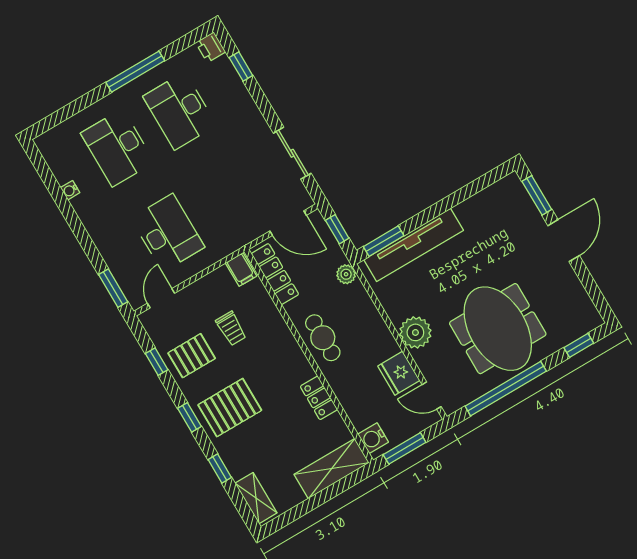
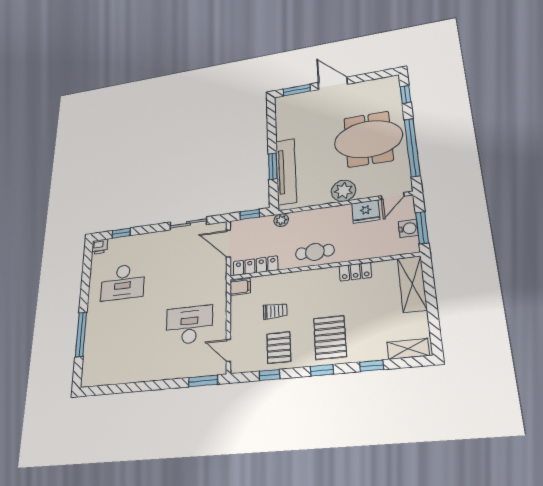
window: (135, 72) -> (81, 334), moved
desk: (117, 148) -> (119, 333), removed
water cooler: (70, 190) -> (125, 378), removed
door: (288, 223) -> (228, 244), swing flipped
window: (384, 241) -> (273, 166), moved
water cooler: (373, 438) -> (408, 229), moved, turned -90

